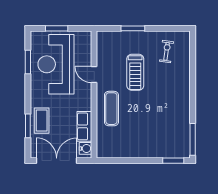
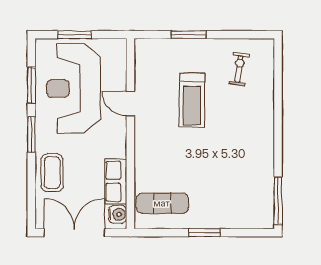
exercise mat: (111, 109) -> (162, 203), moved, turned 90
window: (28, 126) -> (31, 134), moved
window: (173, 161) -> (205, 233), moved

